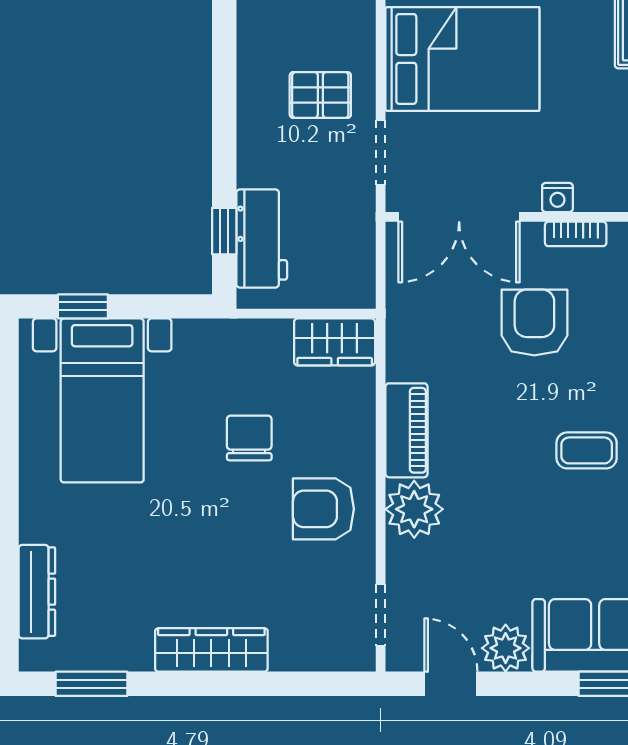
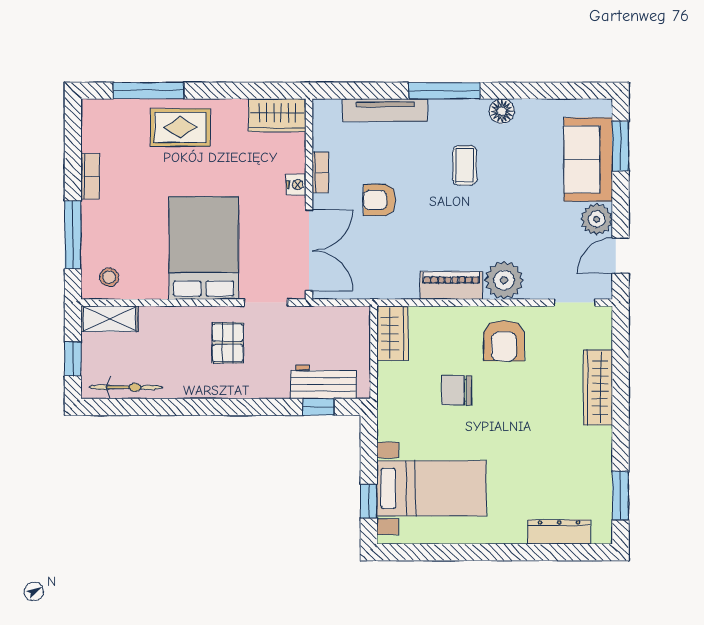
armchair: (534, 323) -> (379, 200), width x0.72, depth x0.72
wardrobe: (211, 650) -> (598, 387), moved

